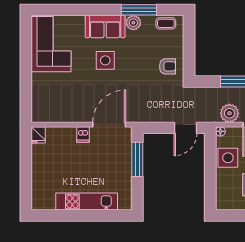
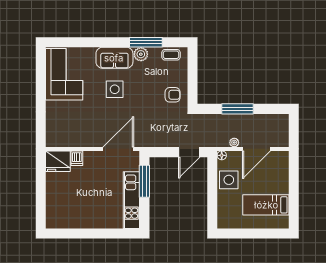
plant: (229, 113) -> (234, 142), width x0.53, depth x0.53
dishwasher: (83, 134) -> (77, 158), moved
fridge: (38, 135) -> (58, 161), width x1.88, depth x1.34
kitchen unit: (87, 202) -> (131, 200), moved, turned -90

